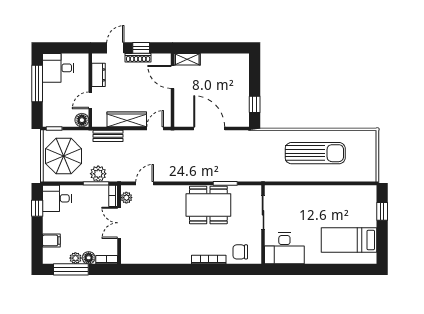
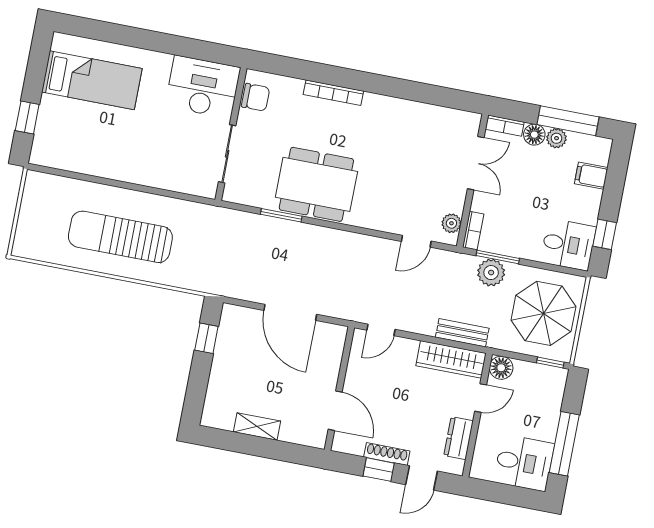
shelving: (187, 59) -> (257, 427), moved
wardrobe: (127, 119) -> (451, 359), moved
double door: (119, 223) -> (476, 163), moved
chair: (240, 252) -> (256, 97), moved

